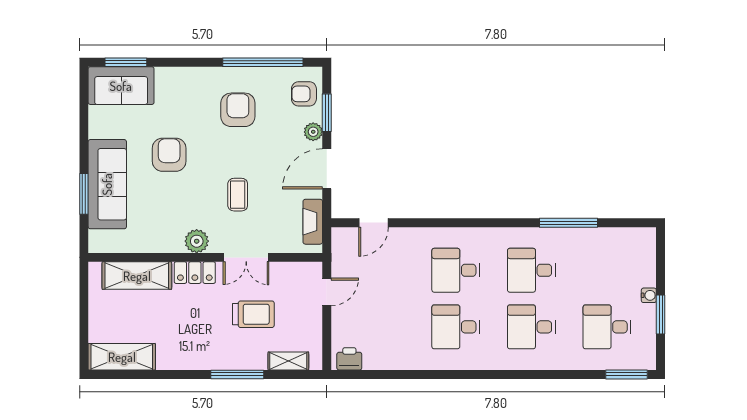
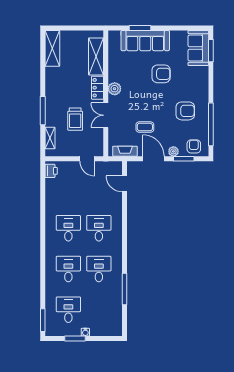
coffee table: (238, 195) -> (145, 127), moved

